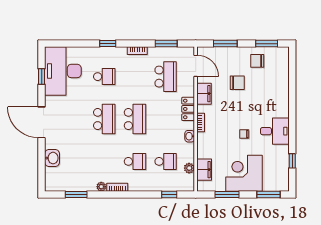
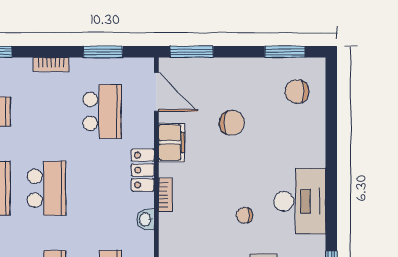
window: (225, 44) -> (192, 52), moved
chair: (257, 61) -> (297, 92), moved
desk: (275, 131) -> (300, 201), width x1.37

